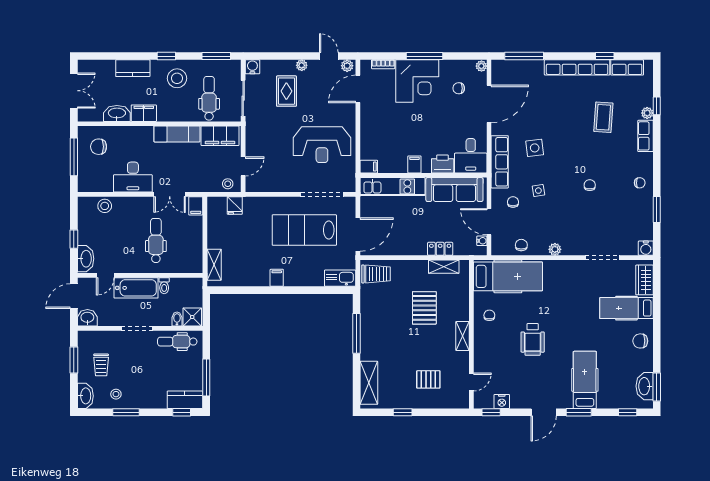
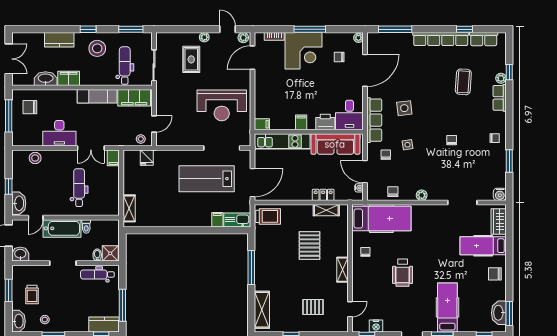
water cooler: (252, 67) -> (162, 39), removed
filing cabinet: (277, 278) -> (217, 220), moved

